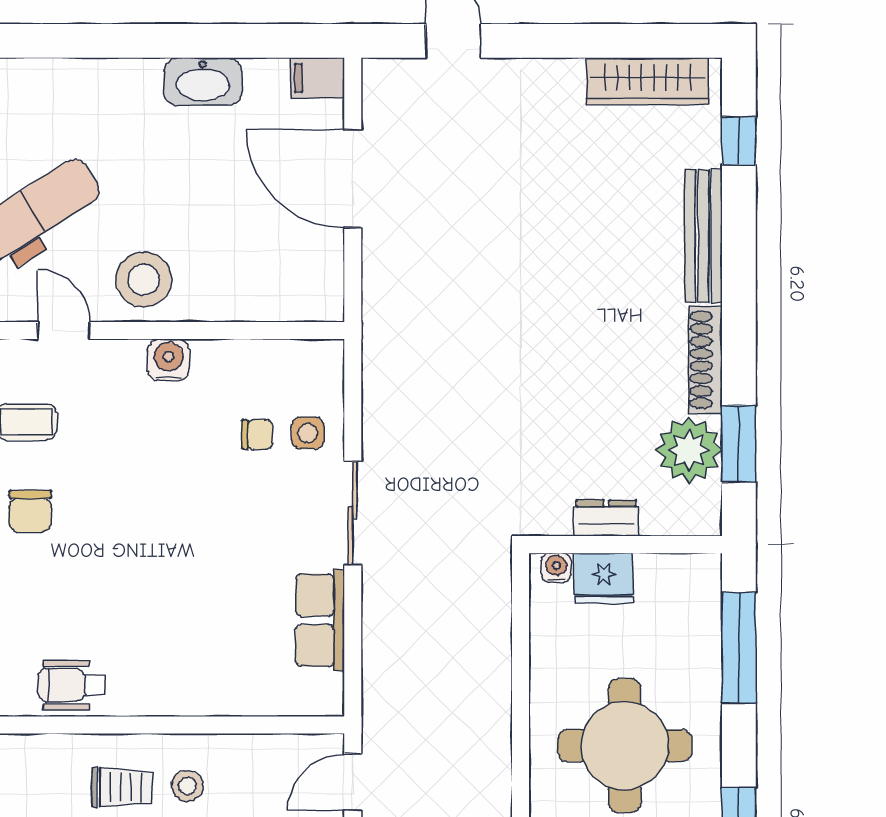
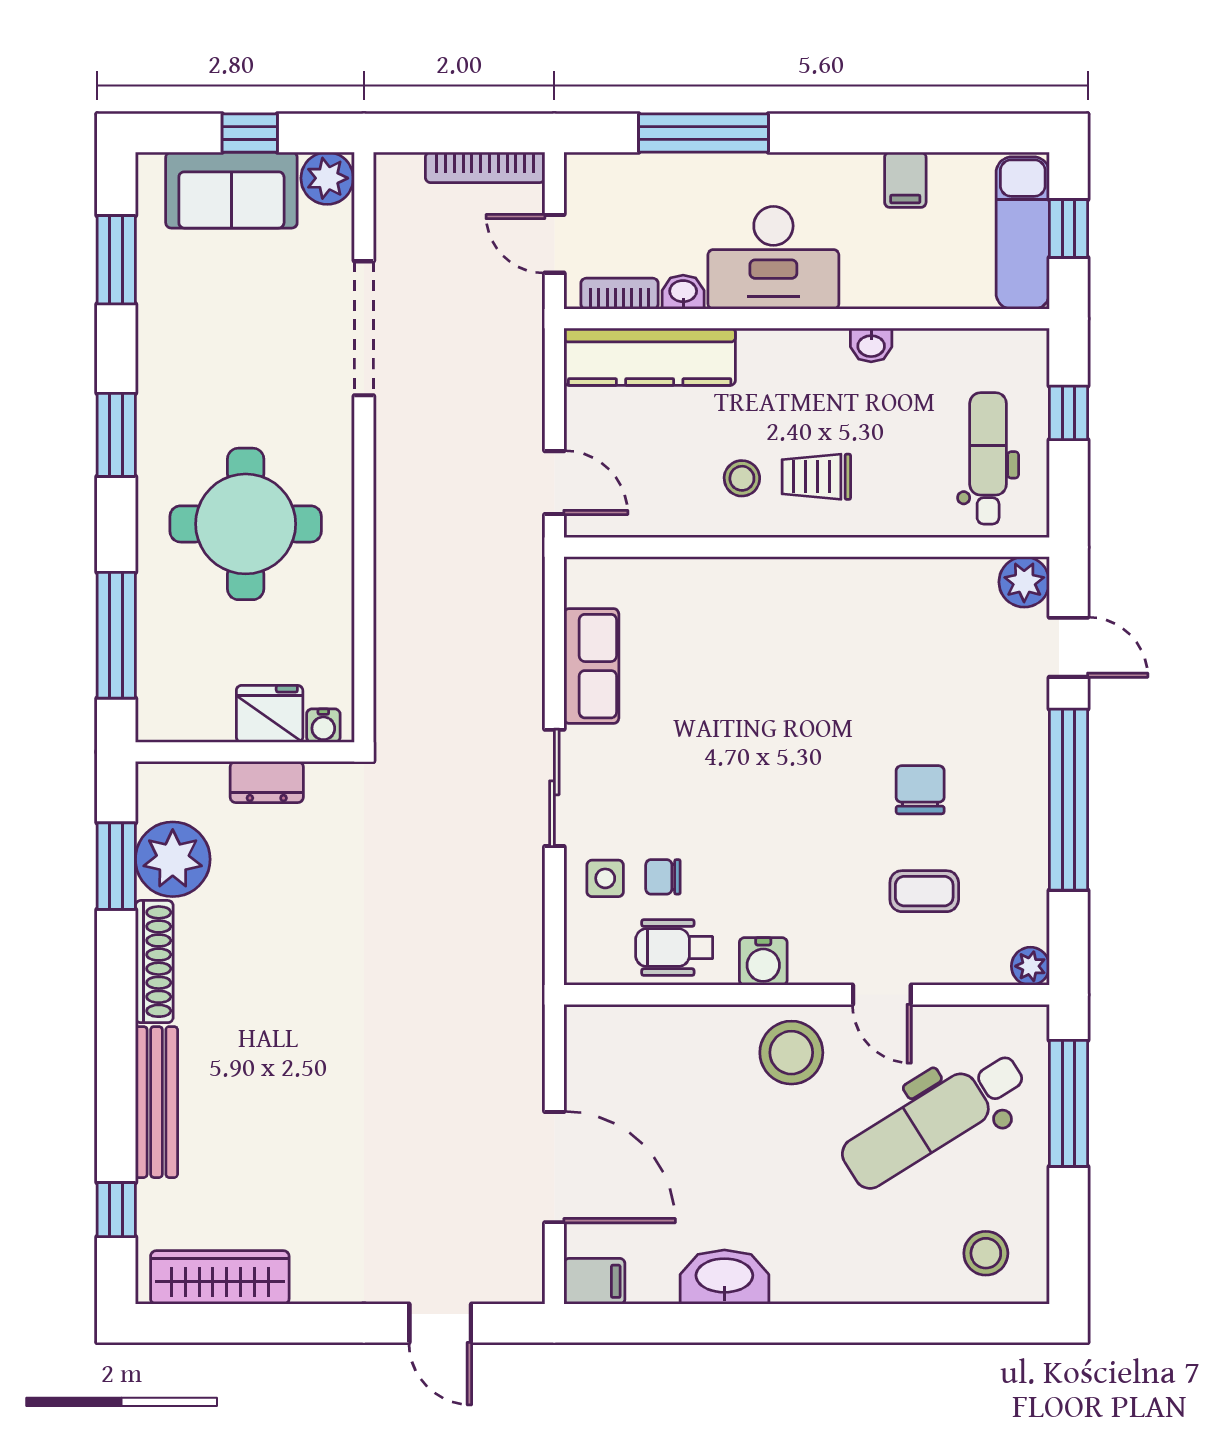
wheelchair: (72, 685) -> (674, 948), moved, turned 180
door: (353, 782) -> (554, 483), hinge flipped

